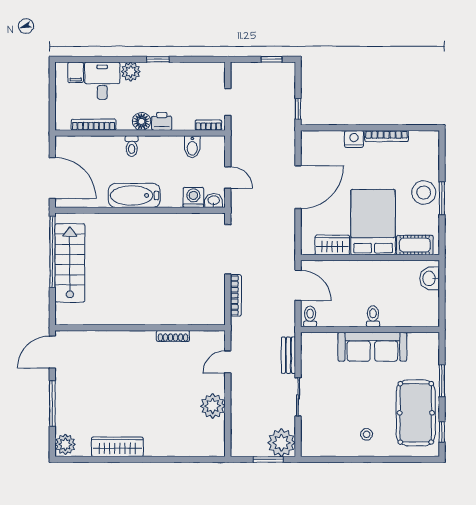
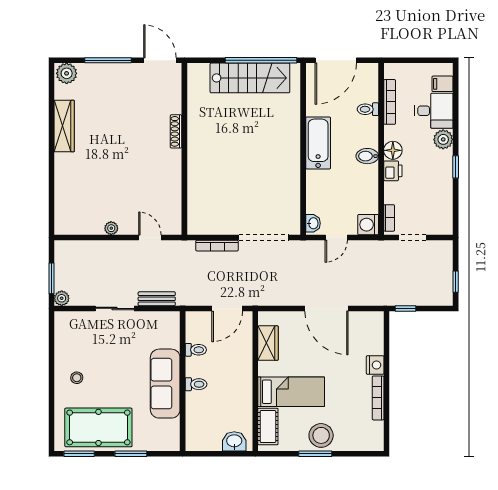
toilet: (132, 146) -> (368, 109), moved
bidet: (192, 147) -> (367, 156), moved
washing machine: (193, 197) -> (368, 225), moved, turned 180
bed: (373, 222) -> (291, 392), width x0.67
toilet: (310, 316) -> (196, 350), moved
shoe rack: (173, 336) -> (176, 131), moved
plant: (213, 406) -> (111, 228), width x0.53, depth x0.53
window: (442, 432) -> (79, 454), width x1.50
plant: (281, 443) -> (62, 298), width x0.53, depth x0.53

